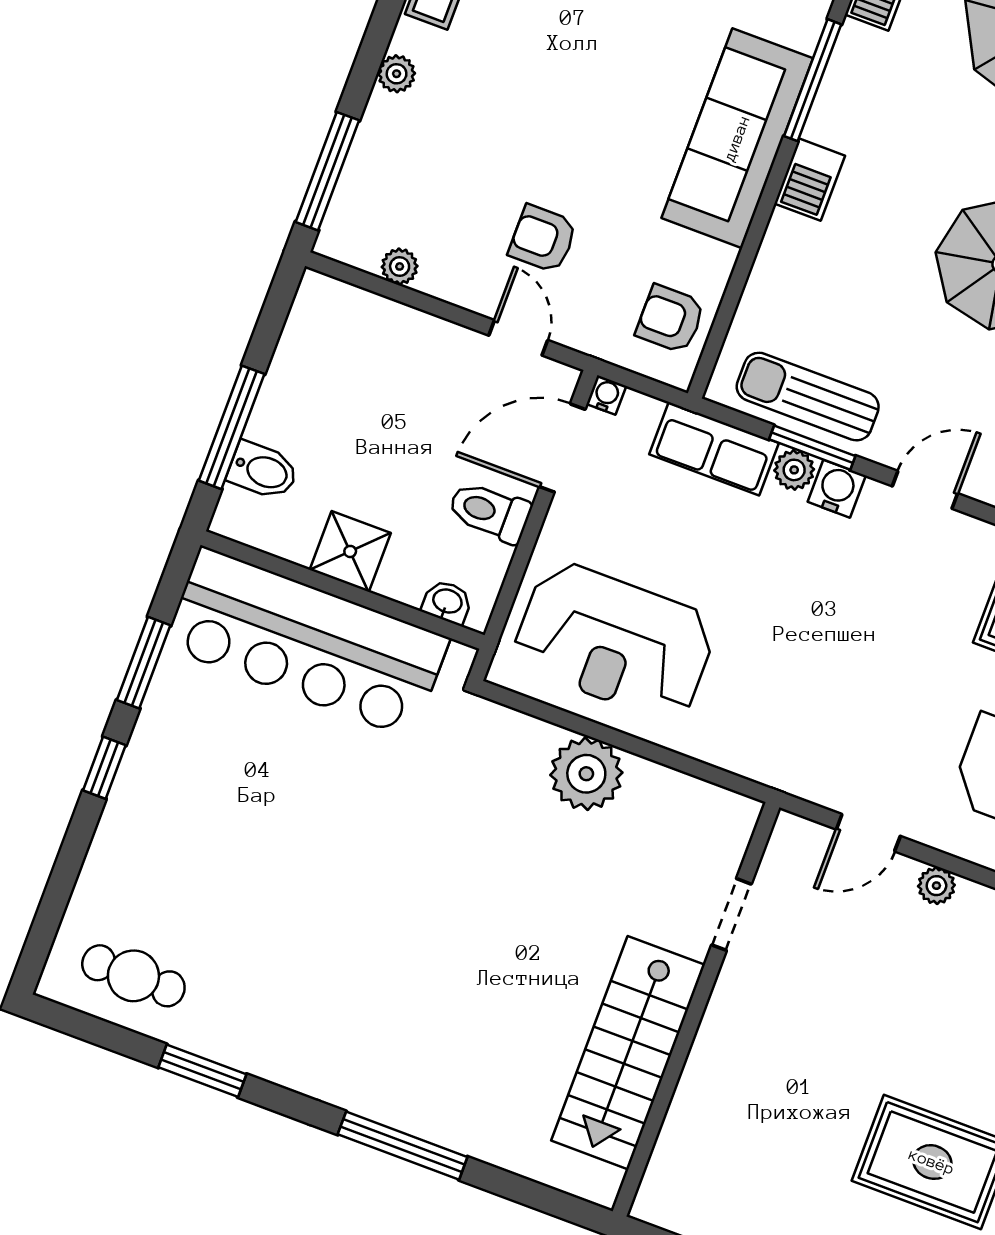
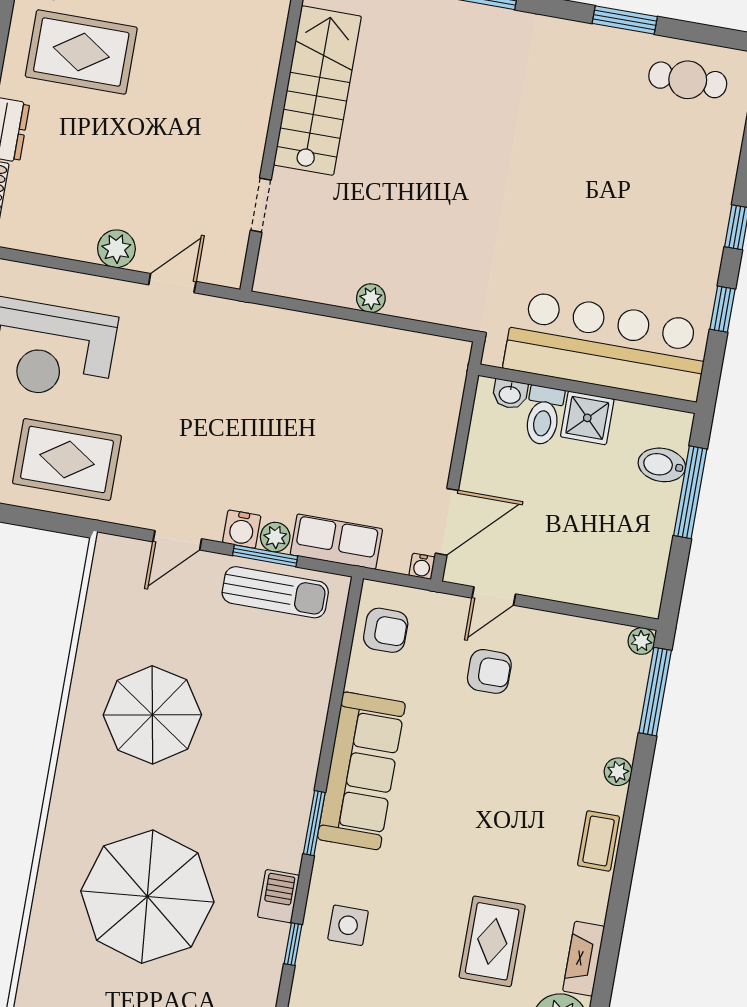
window: (813, 80) -> (314, 823), width x0.69
barbecue: (810, 180) -> (303, 750), removed
plant: (400, 266) -> (641, 641), moved
door: (518, 338) -> (494, 596), hinge flipped
toilet: (490, 512) -> (543, 415), moved, turned 90
reception desk: (614, 641) -> (383, 388), removed
window: (144, 663) -> (723, 309), width x0.67
plant: (586, 774) -> (371, 298), width x0.53, depth x0.53
plant: (936, 886) -> (116, 249), width x1.38, depth x1.38

